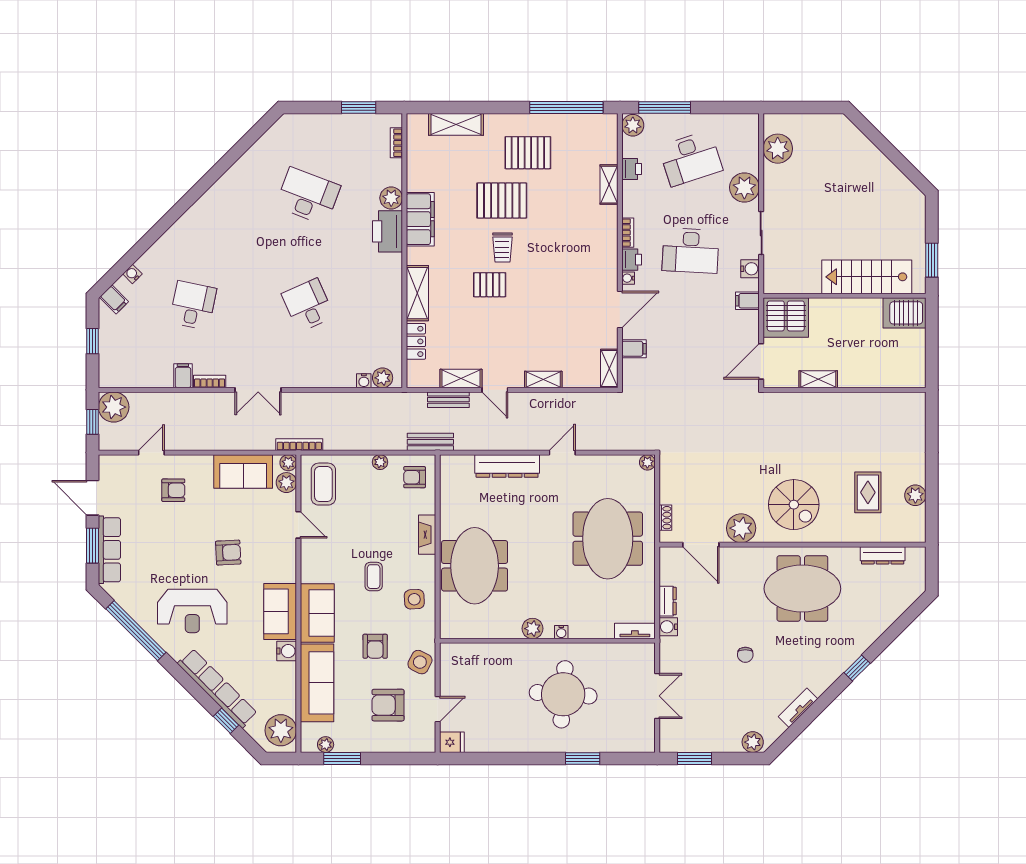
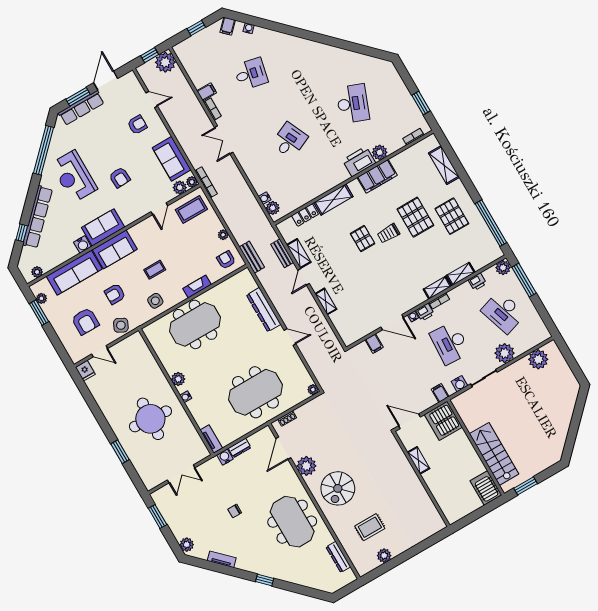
shelving: (609, 368) -> (437, 288), moved
armchair: (173, 490) -> (137, 125), turned -90
armchair: (388, 705) -> (85, 321), turned 180
plant: (281, 730) -> (37, 272), width x0.53, depth x0.53

